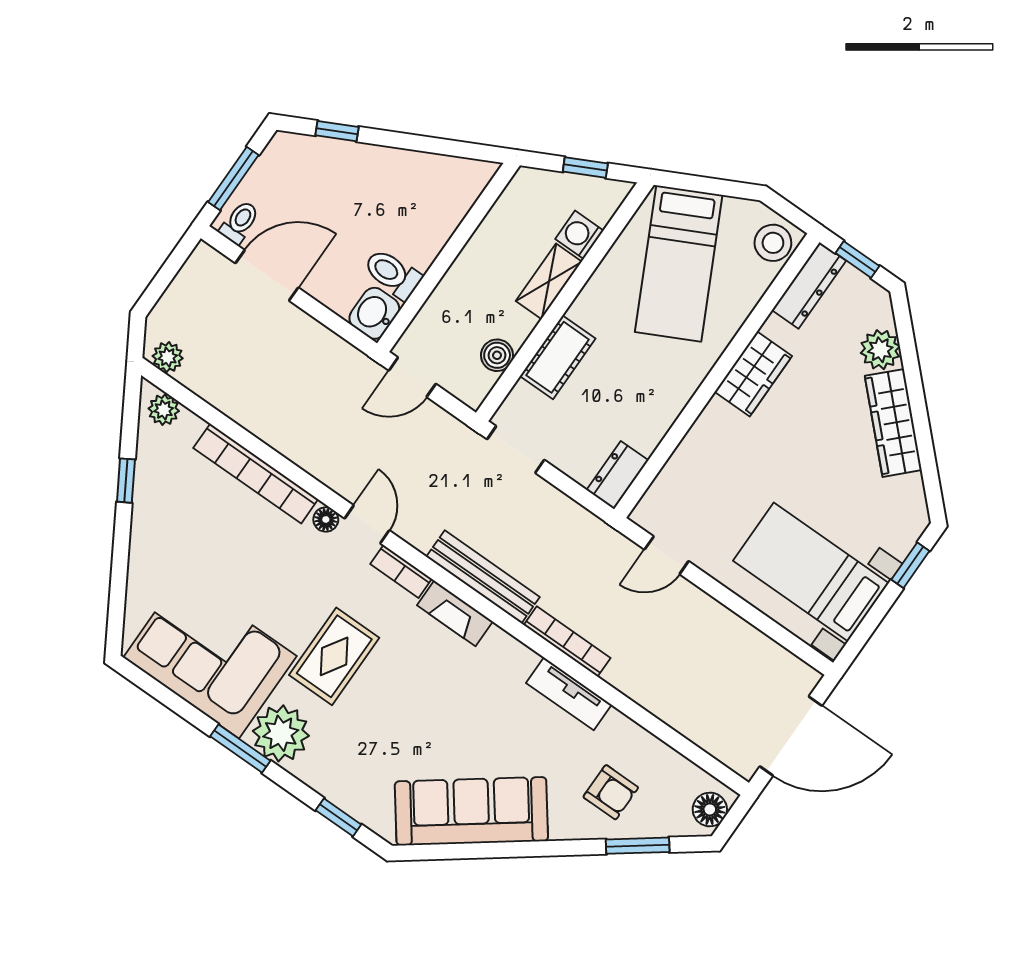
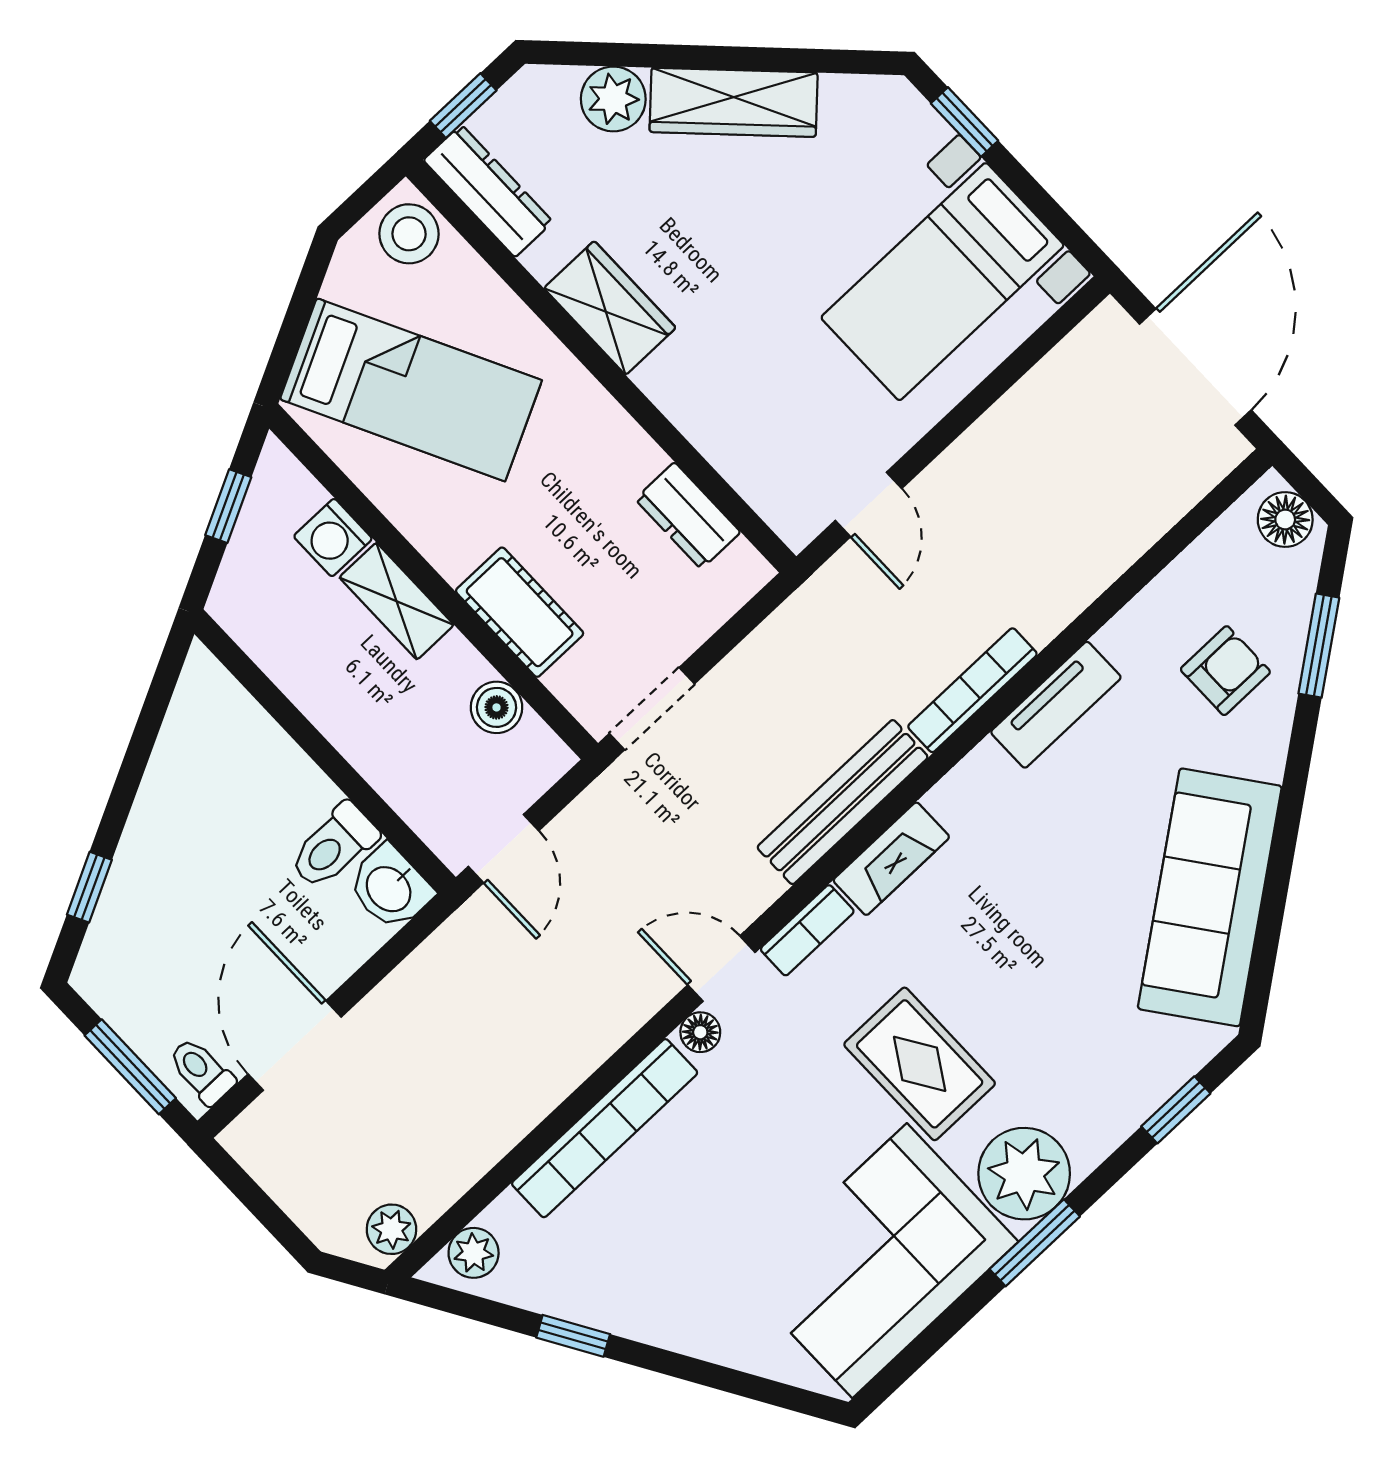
dresser: (618, 475) -> (688, 516), moved

